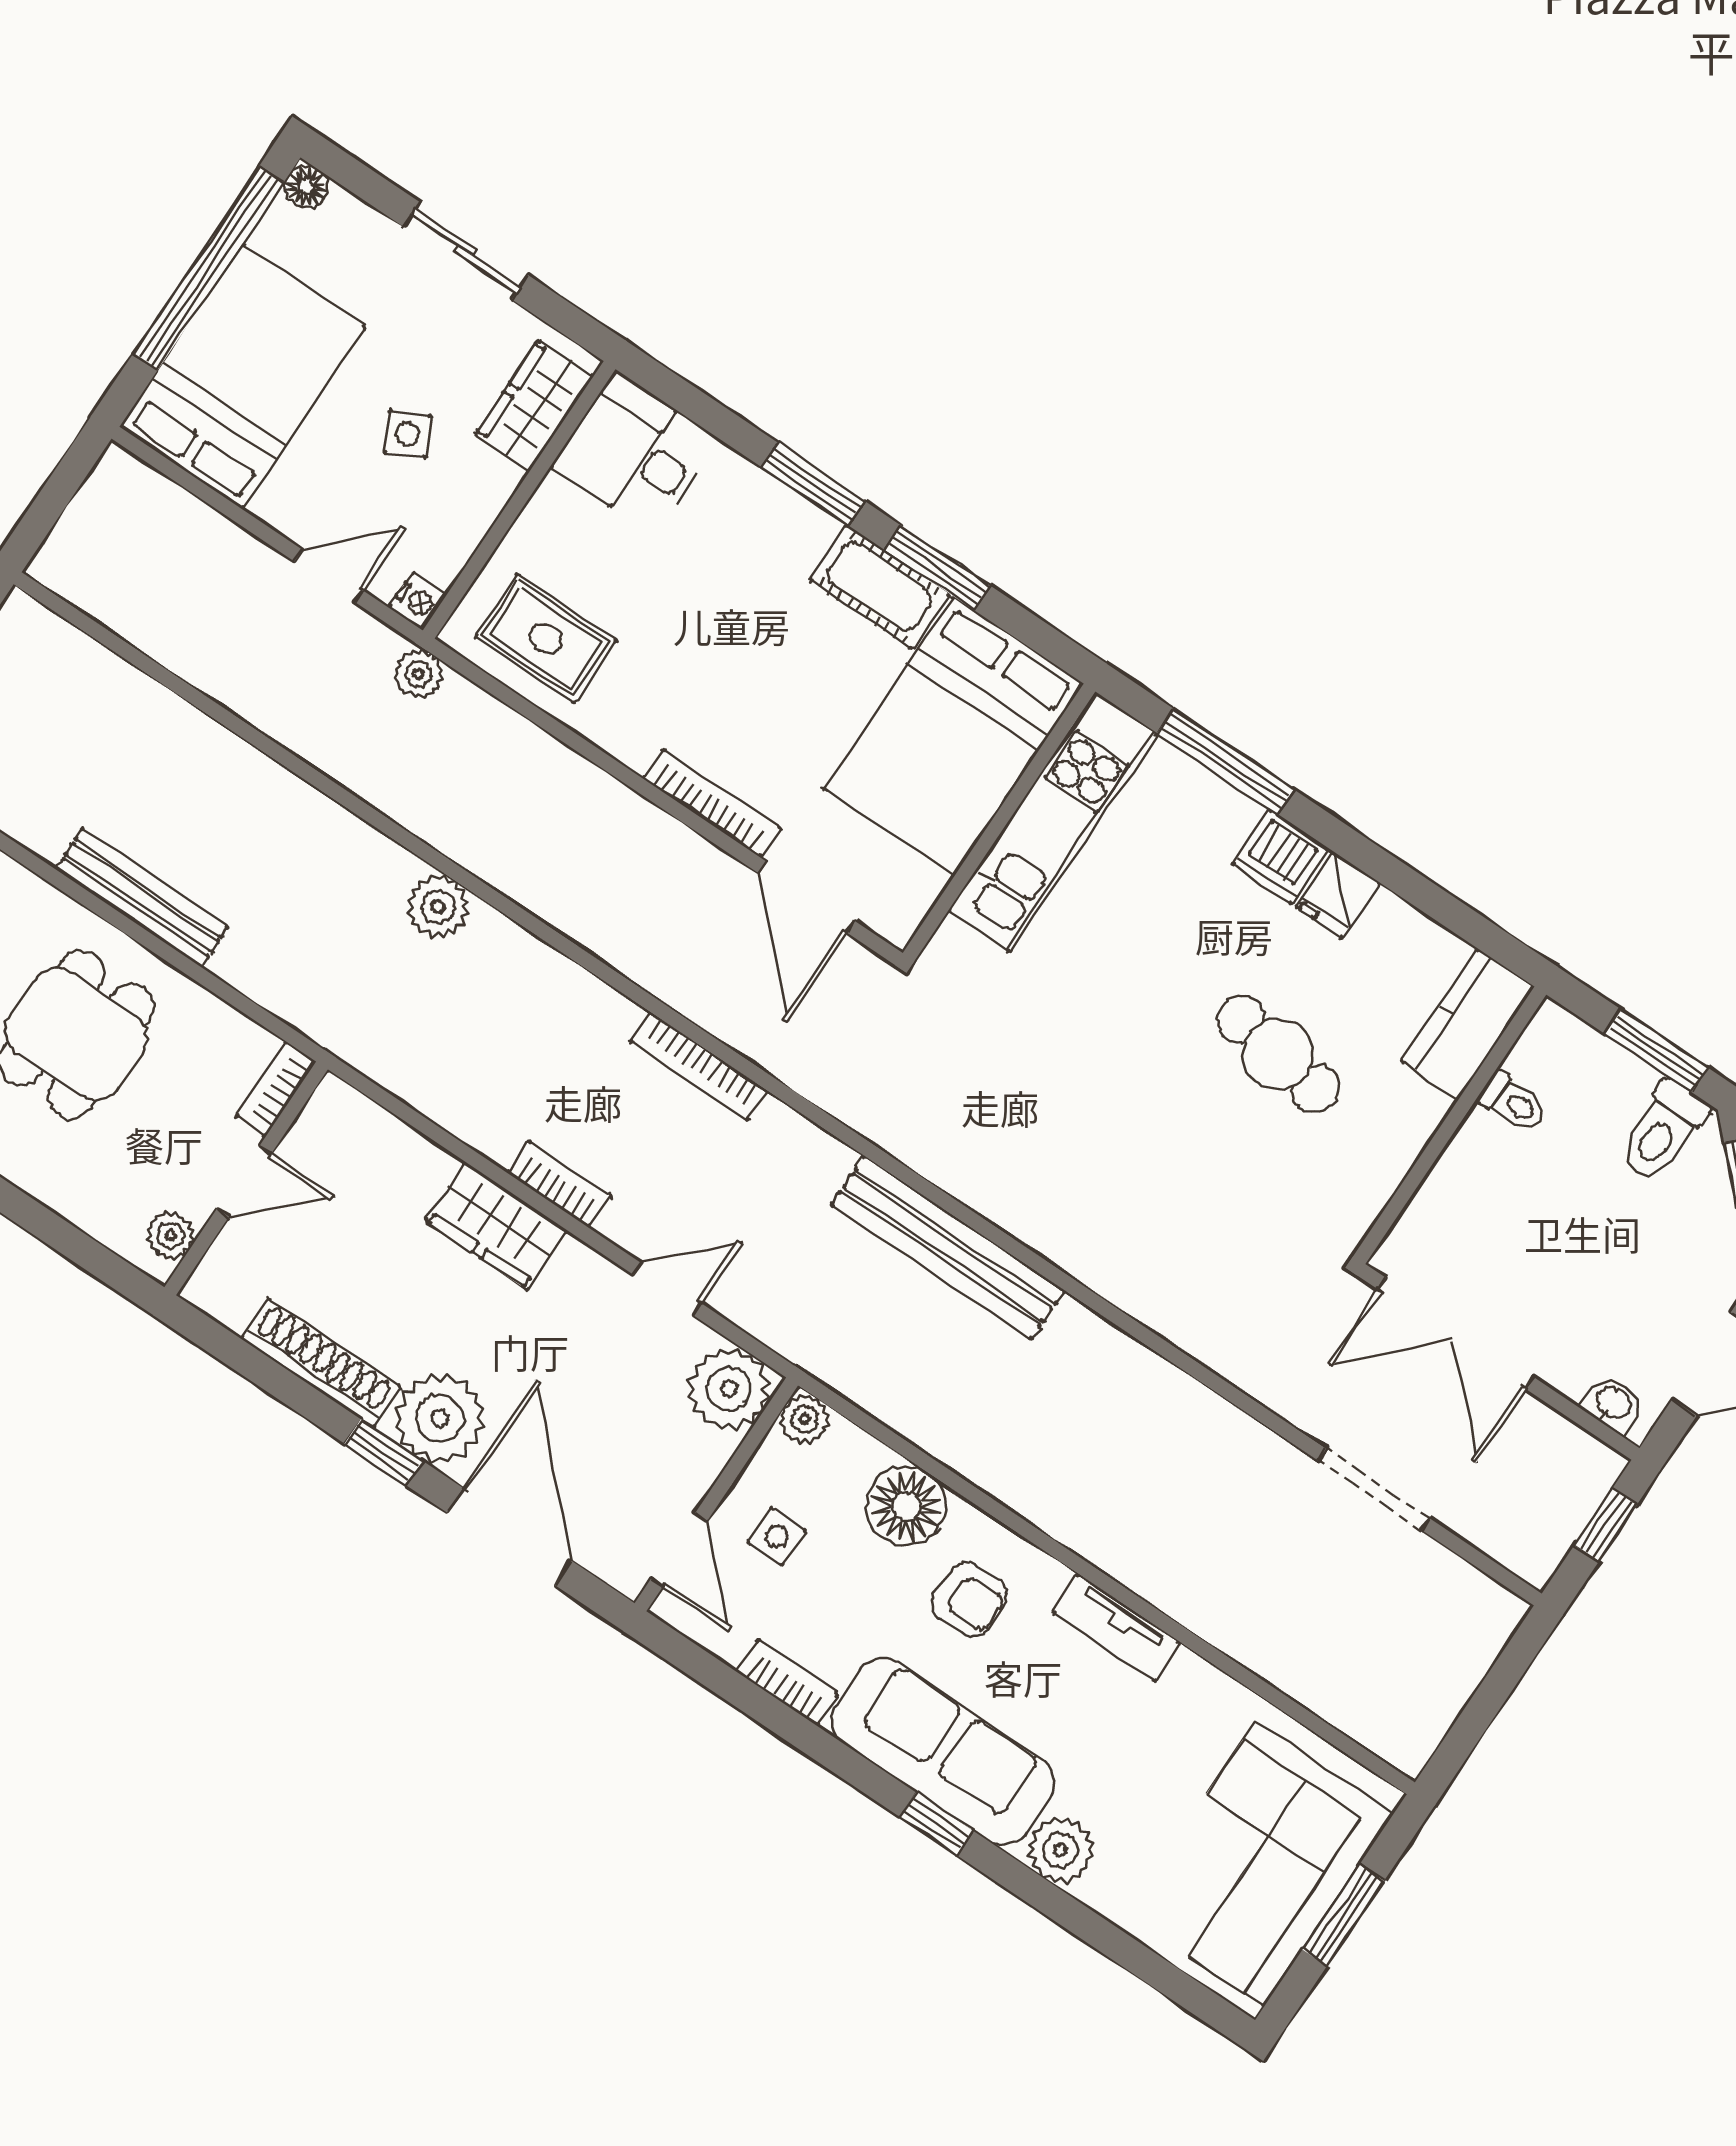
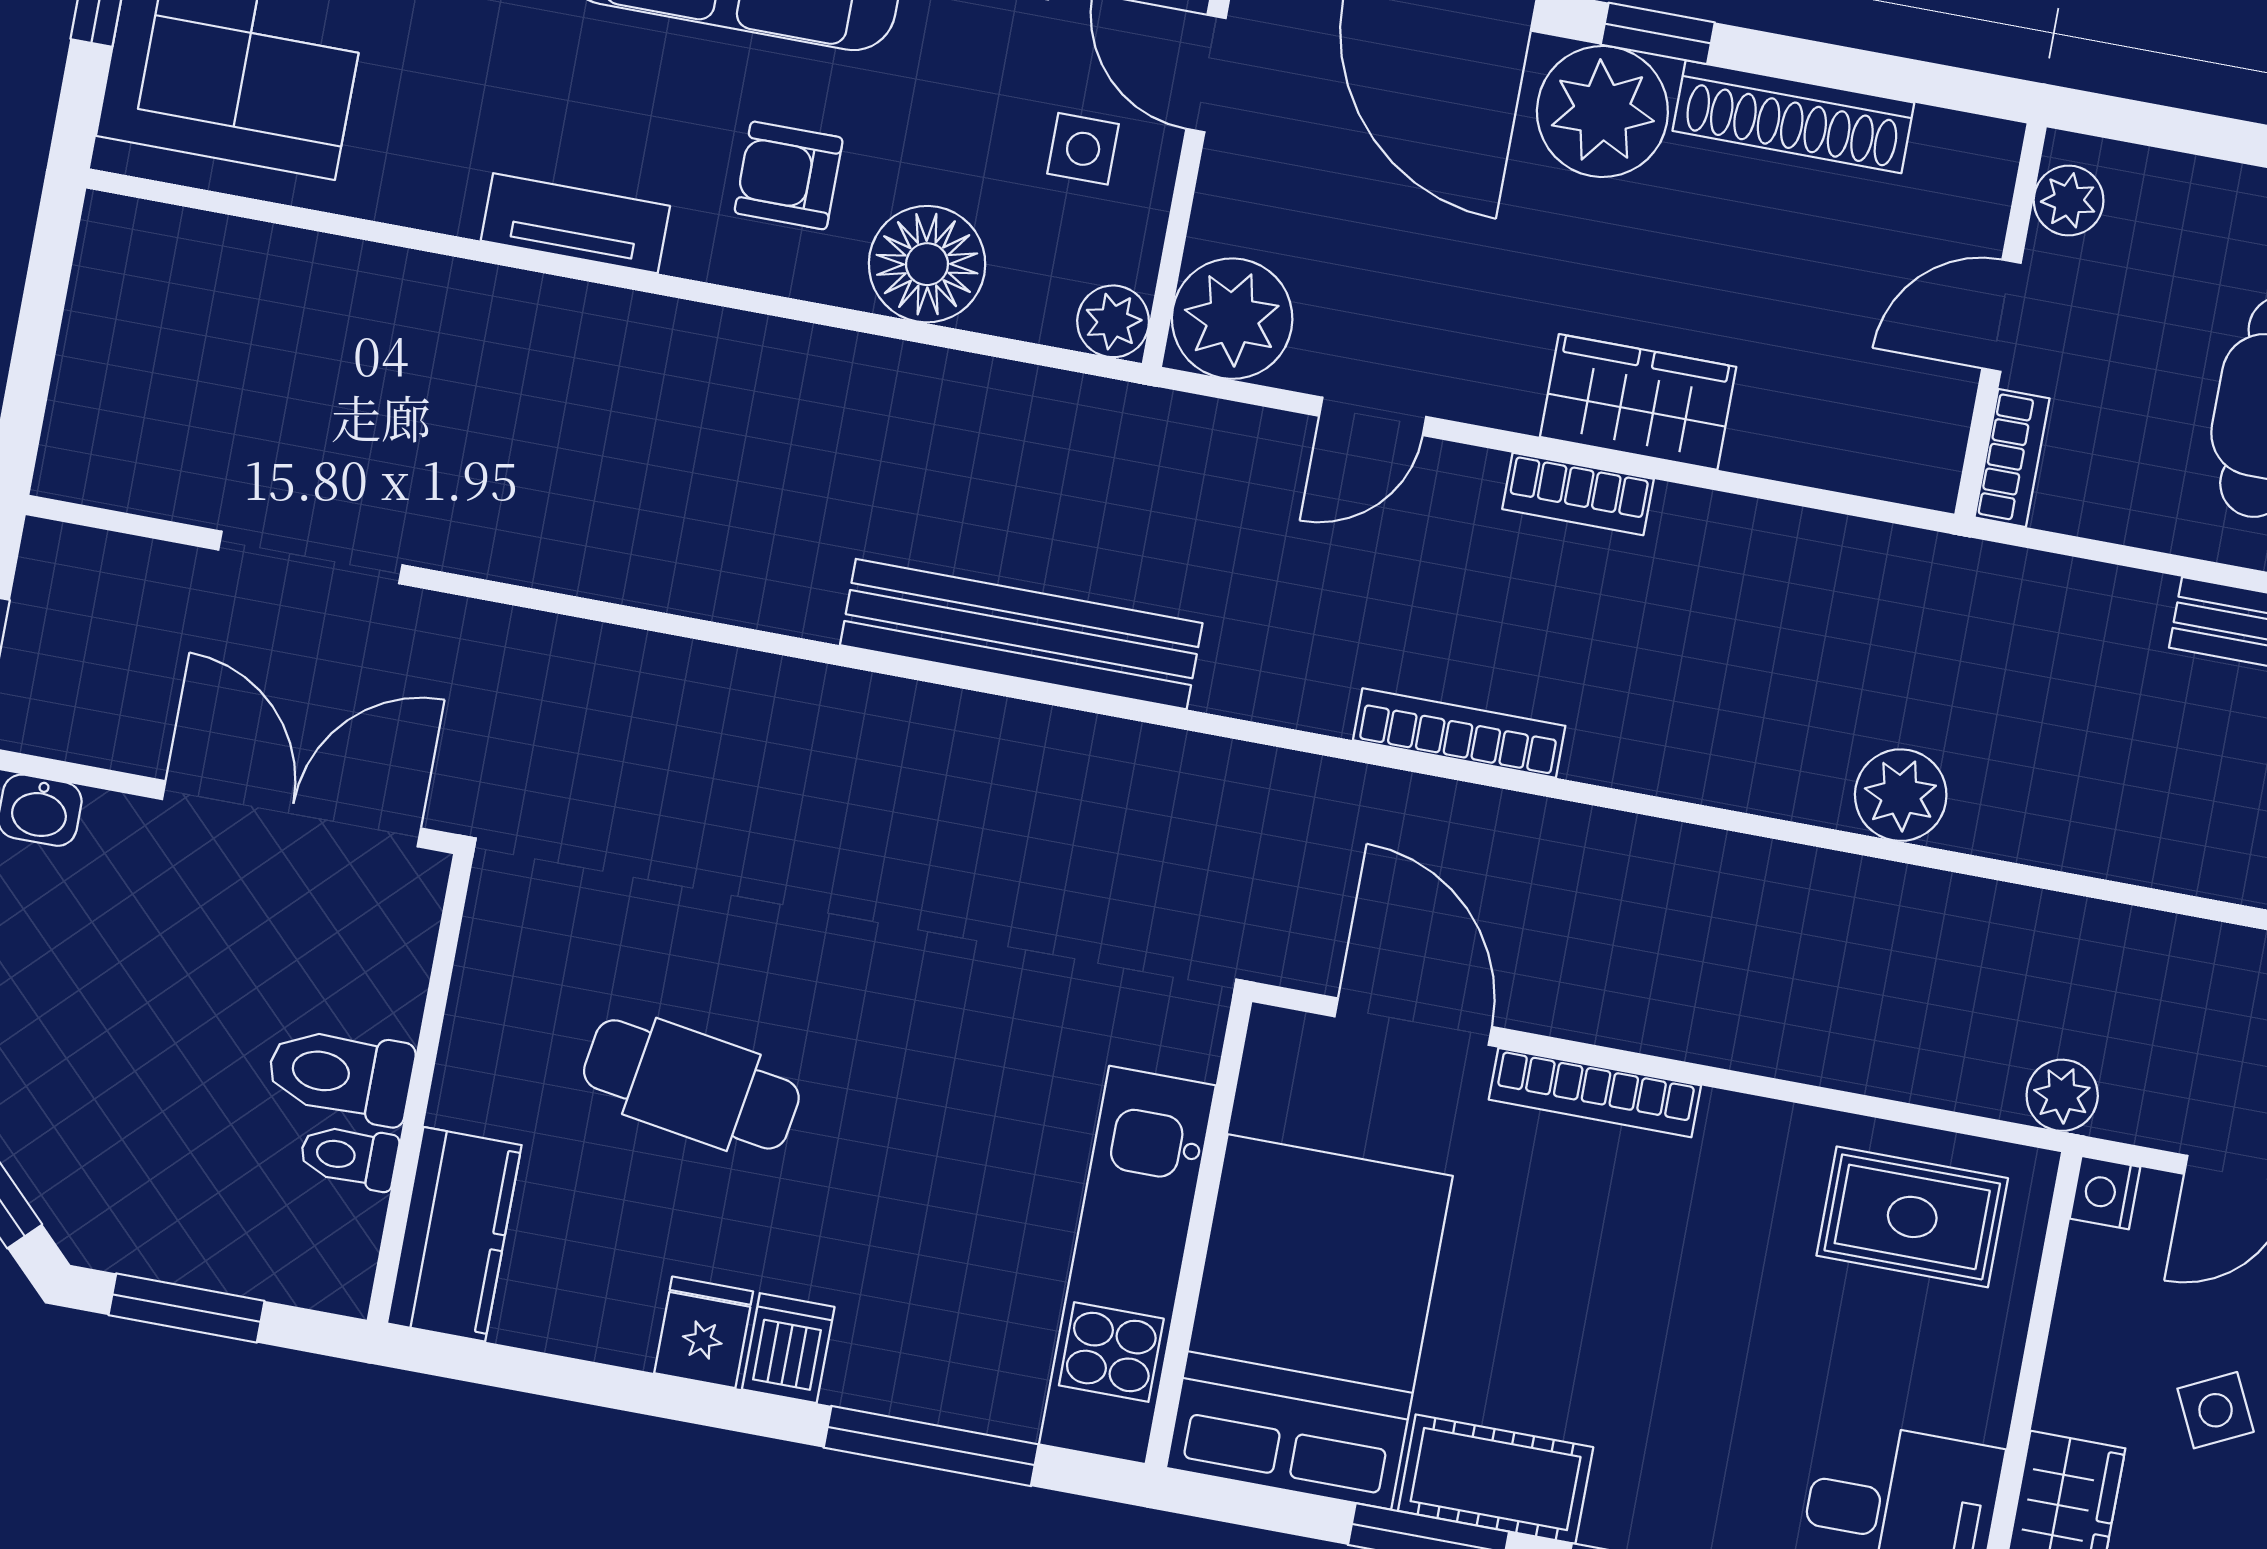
dishwasher: (1281, 856) -> (788, 1348), width x0.73
toilet: (1663, 1131) -> (340, 1075), moved, turned -90

